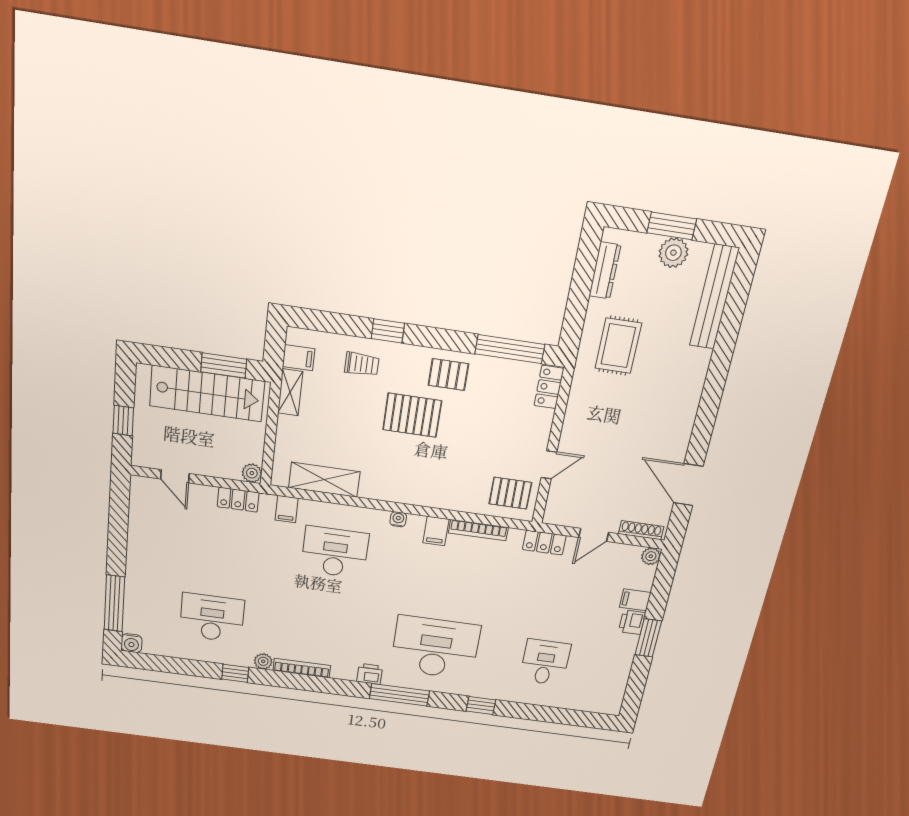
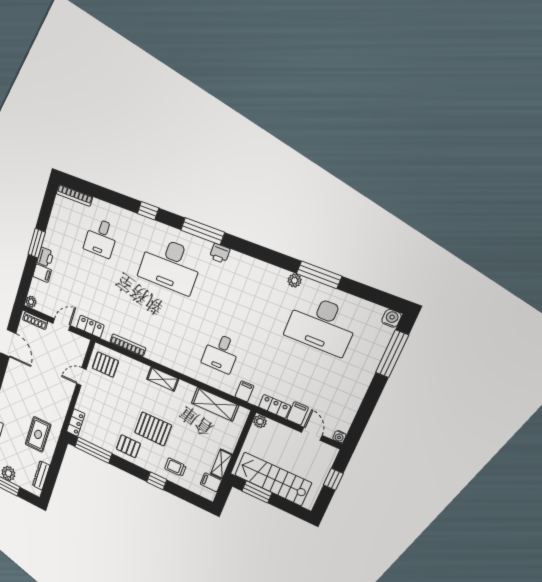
shelving: (413, 495) -> (163, 379), added
water cooler: (398, 519) -> (339, 437), moved
filing cabinet: (436, 531) -> (298, 413), moved
desk: (335, 552) -> (221, 353), width x0.73
desk: (212, 618) -> (321, 325), width x1.36, depth x1.30
bookcase: (302, 668) -> (74, 195), moved
window: (235, 673) -> (319, 275), width x2.17

